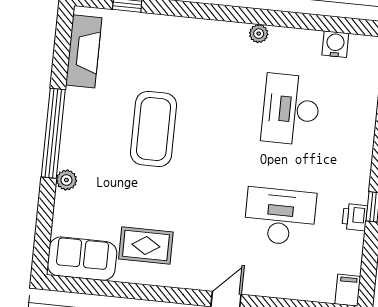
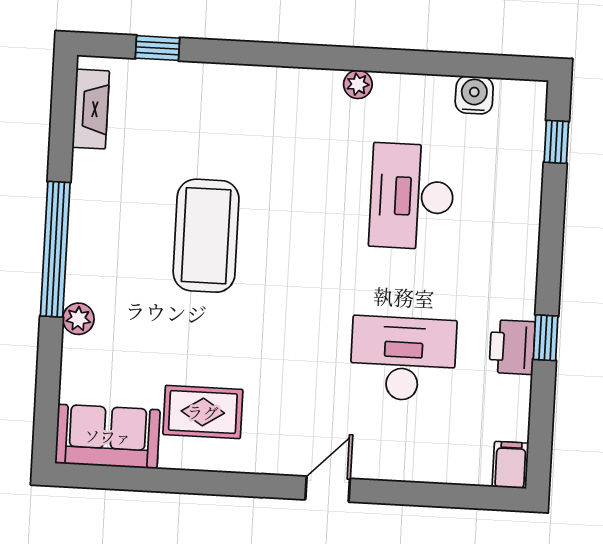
fireplace: (84, 51) -> (91, 109), width x0.73, depth x0.76
printer: (355, 217) -> (512, 347), width x1.36, depth x1.24

